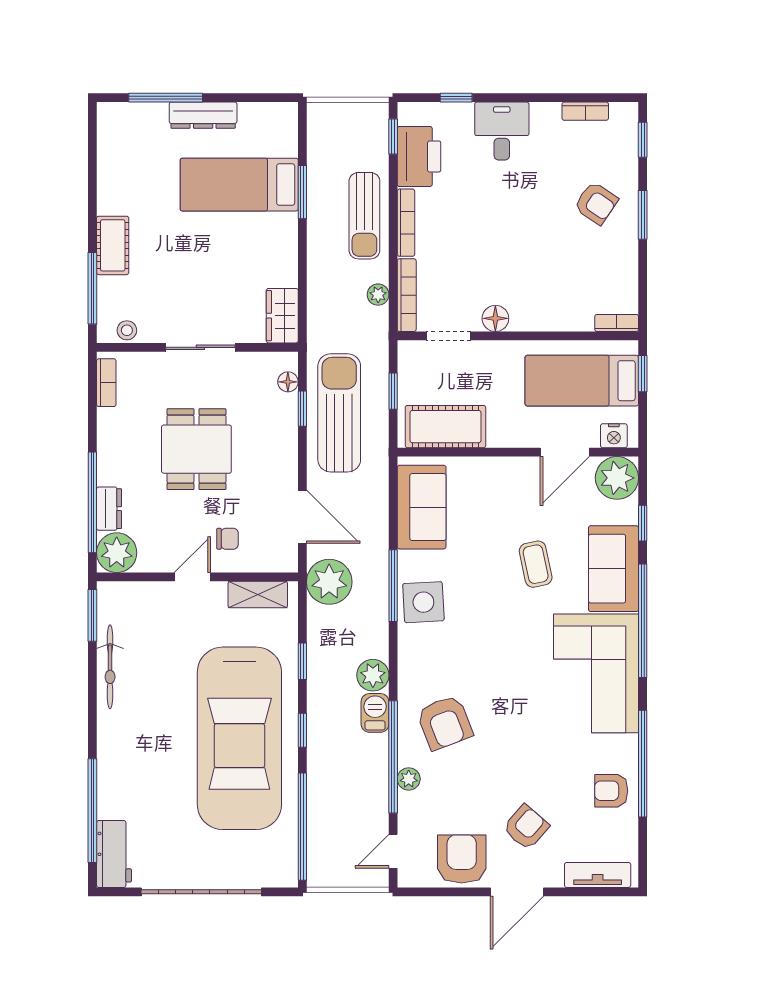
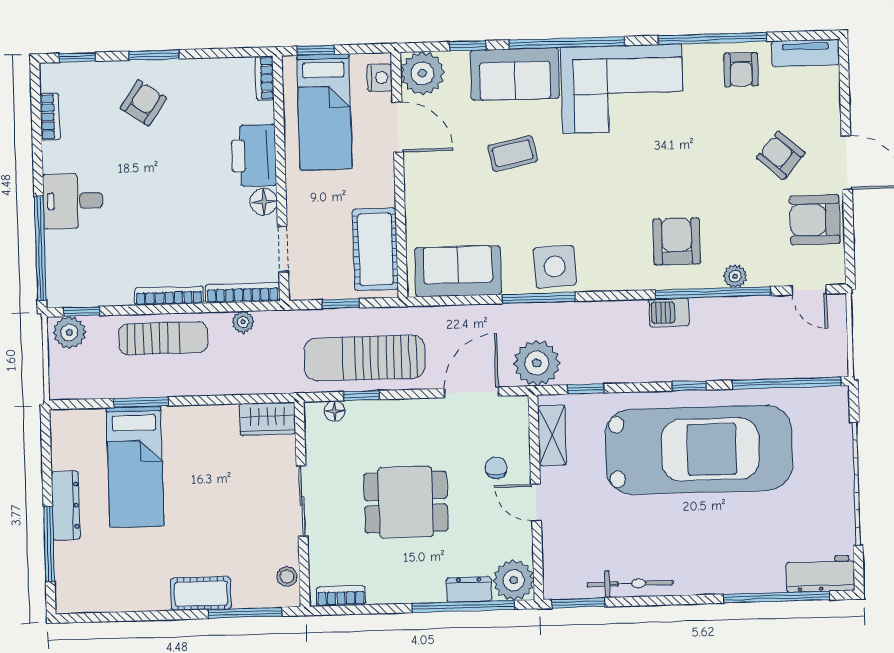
window: (456, 98) -> (40, 249), width x3.17
printer: (419, 156) -> (254, 156), moved, turned -90
window: (302, 661) -> (586, 389), moved
plant: (373, 675) -> (69, 332), moved
armchair: (445, 723) -> (677, 241), turned -69
tv unit: (598, 875) -> (805, 53), moved, turned -90

